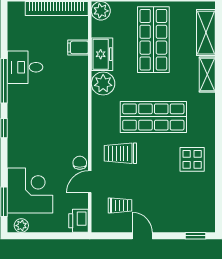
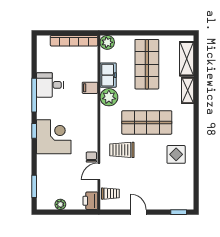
filing cabinet: (78, 47) -> (90, 88), moved
corner desk: (30, 190) -> (54, 137), moved
trolley: (120, 205) -> (110, 194), moved
plant: (21, 226) -> (60, 204), moved

